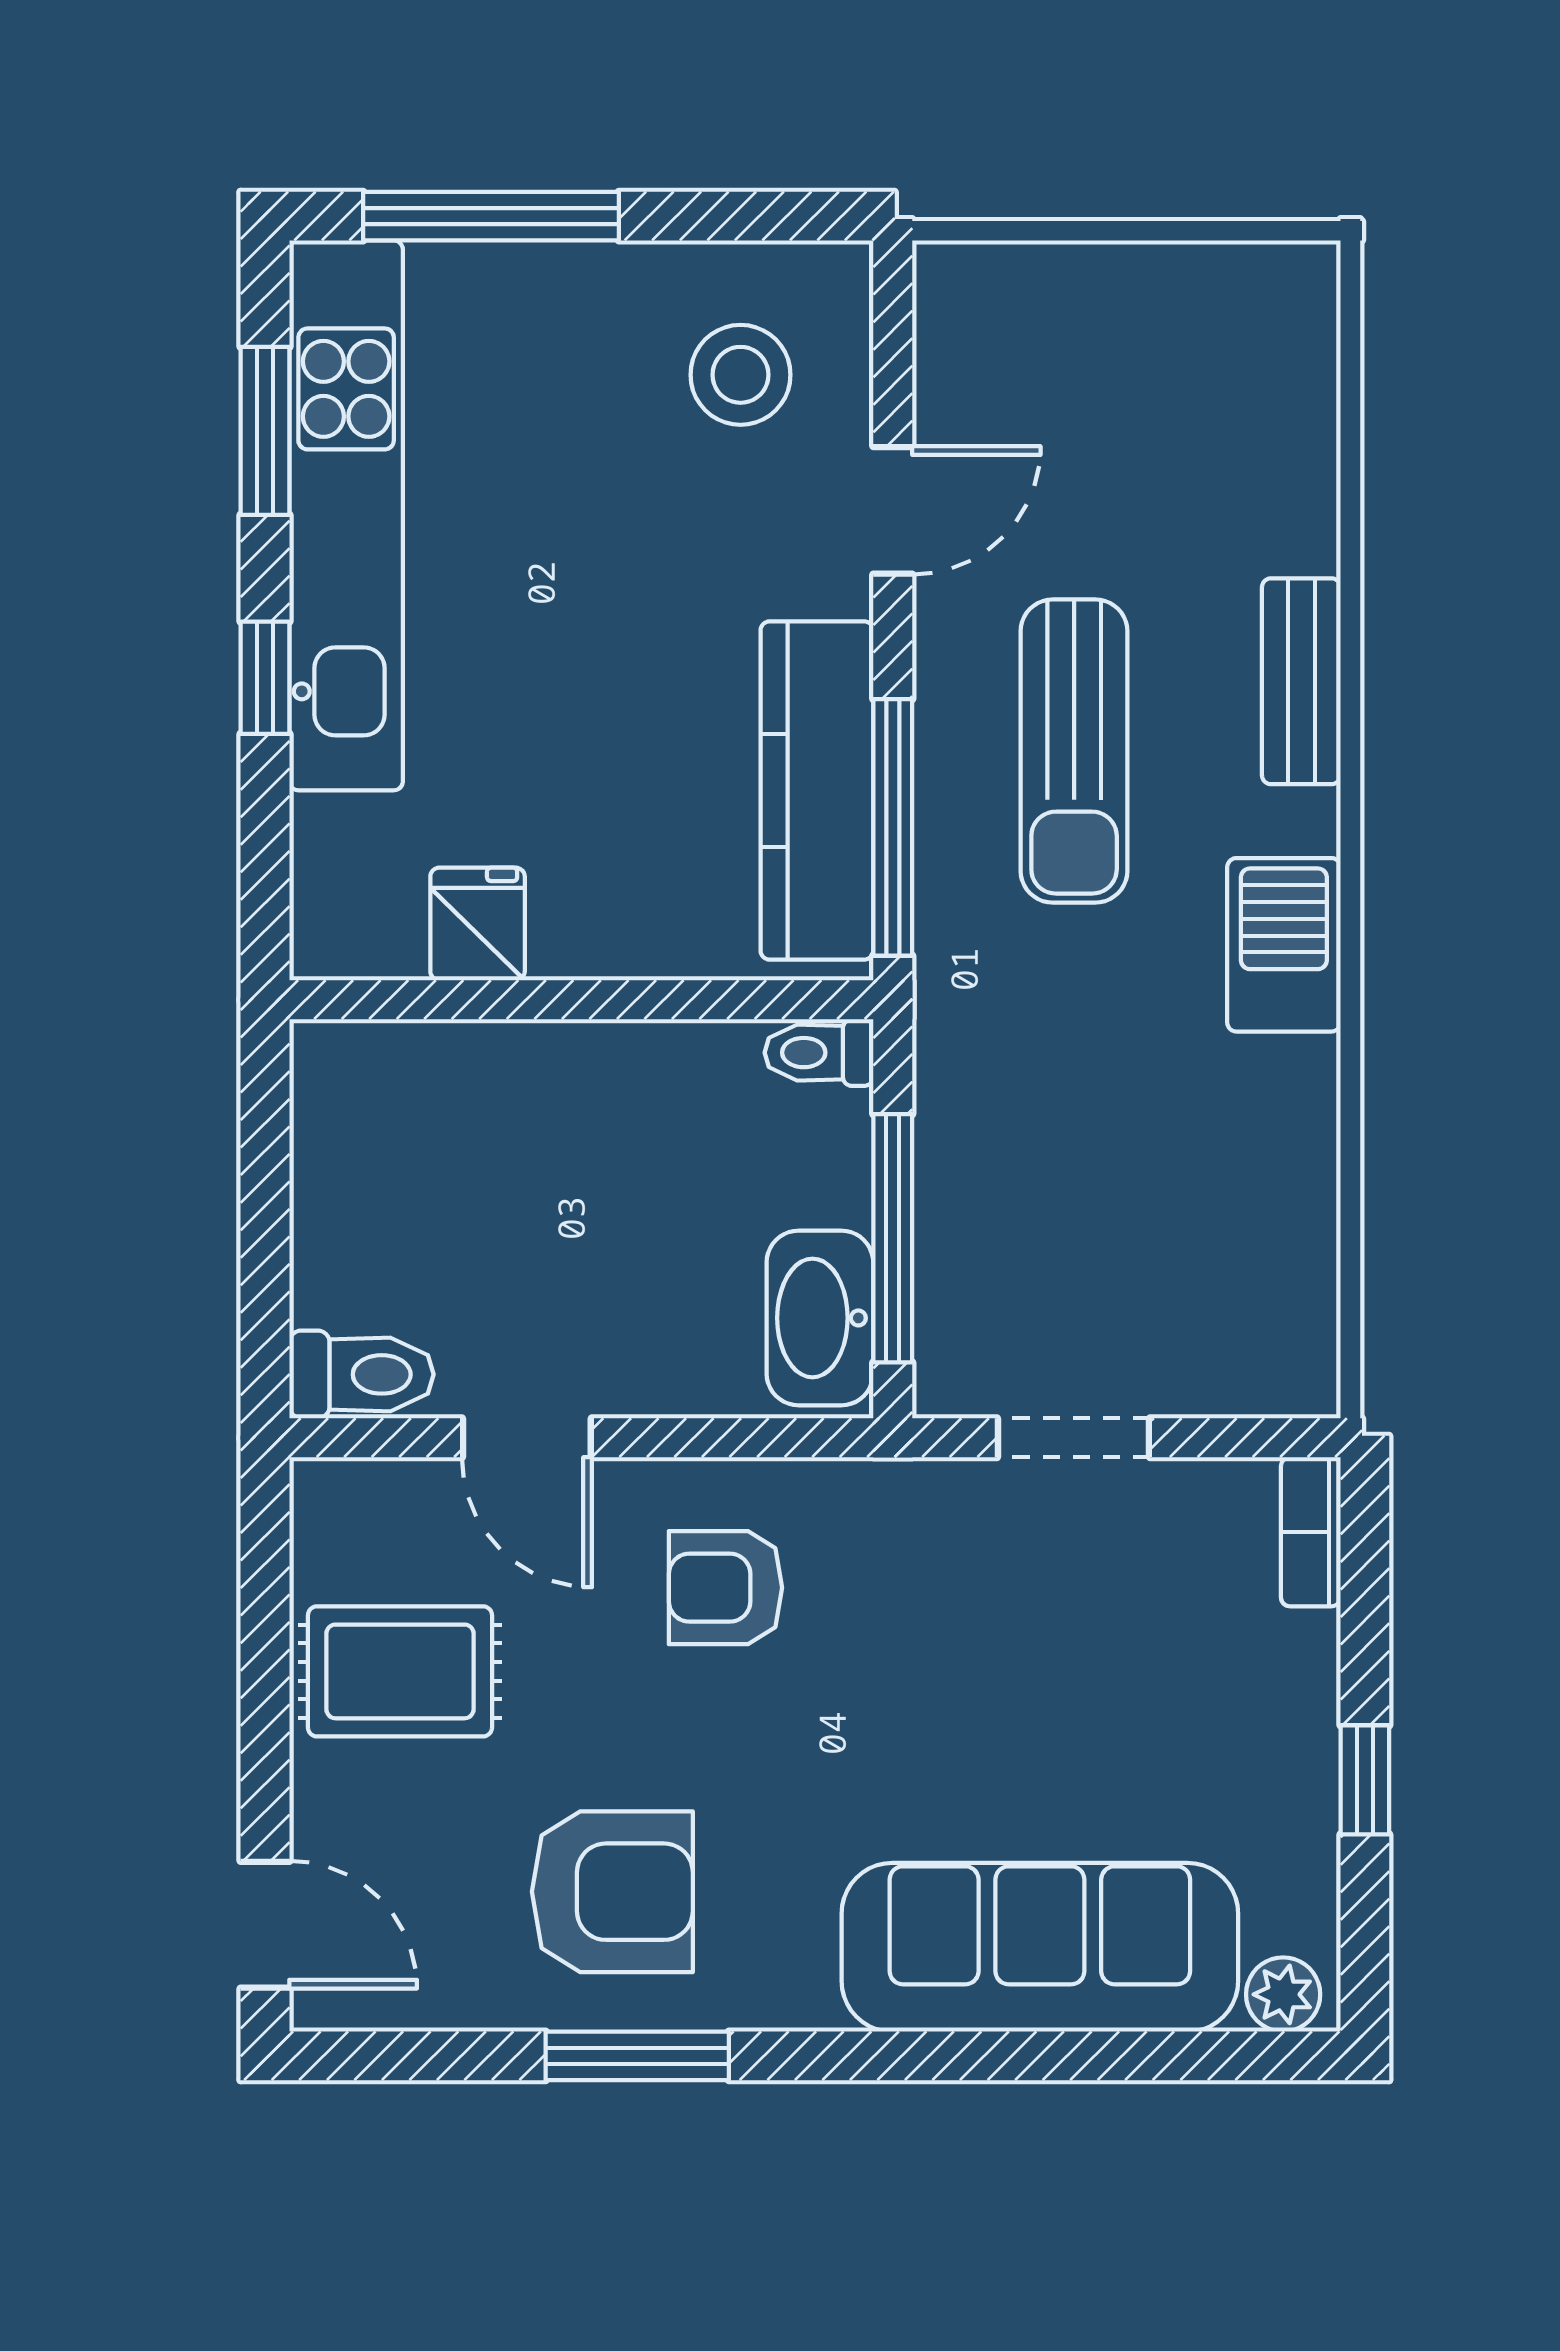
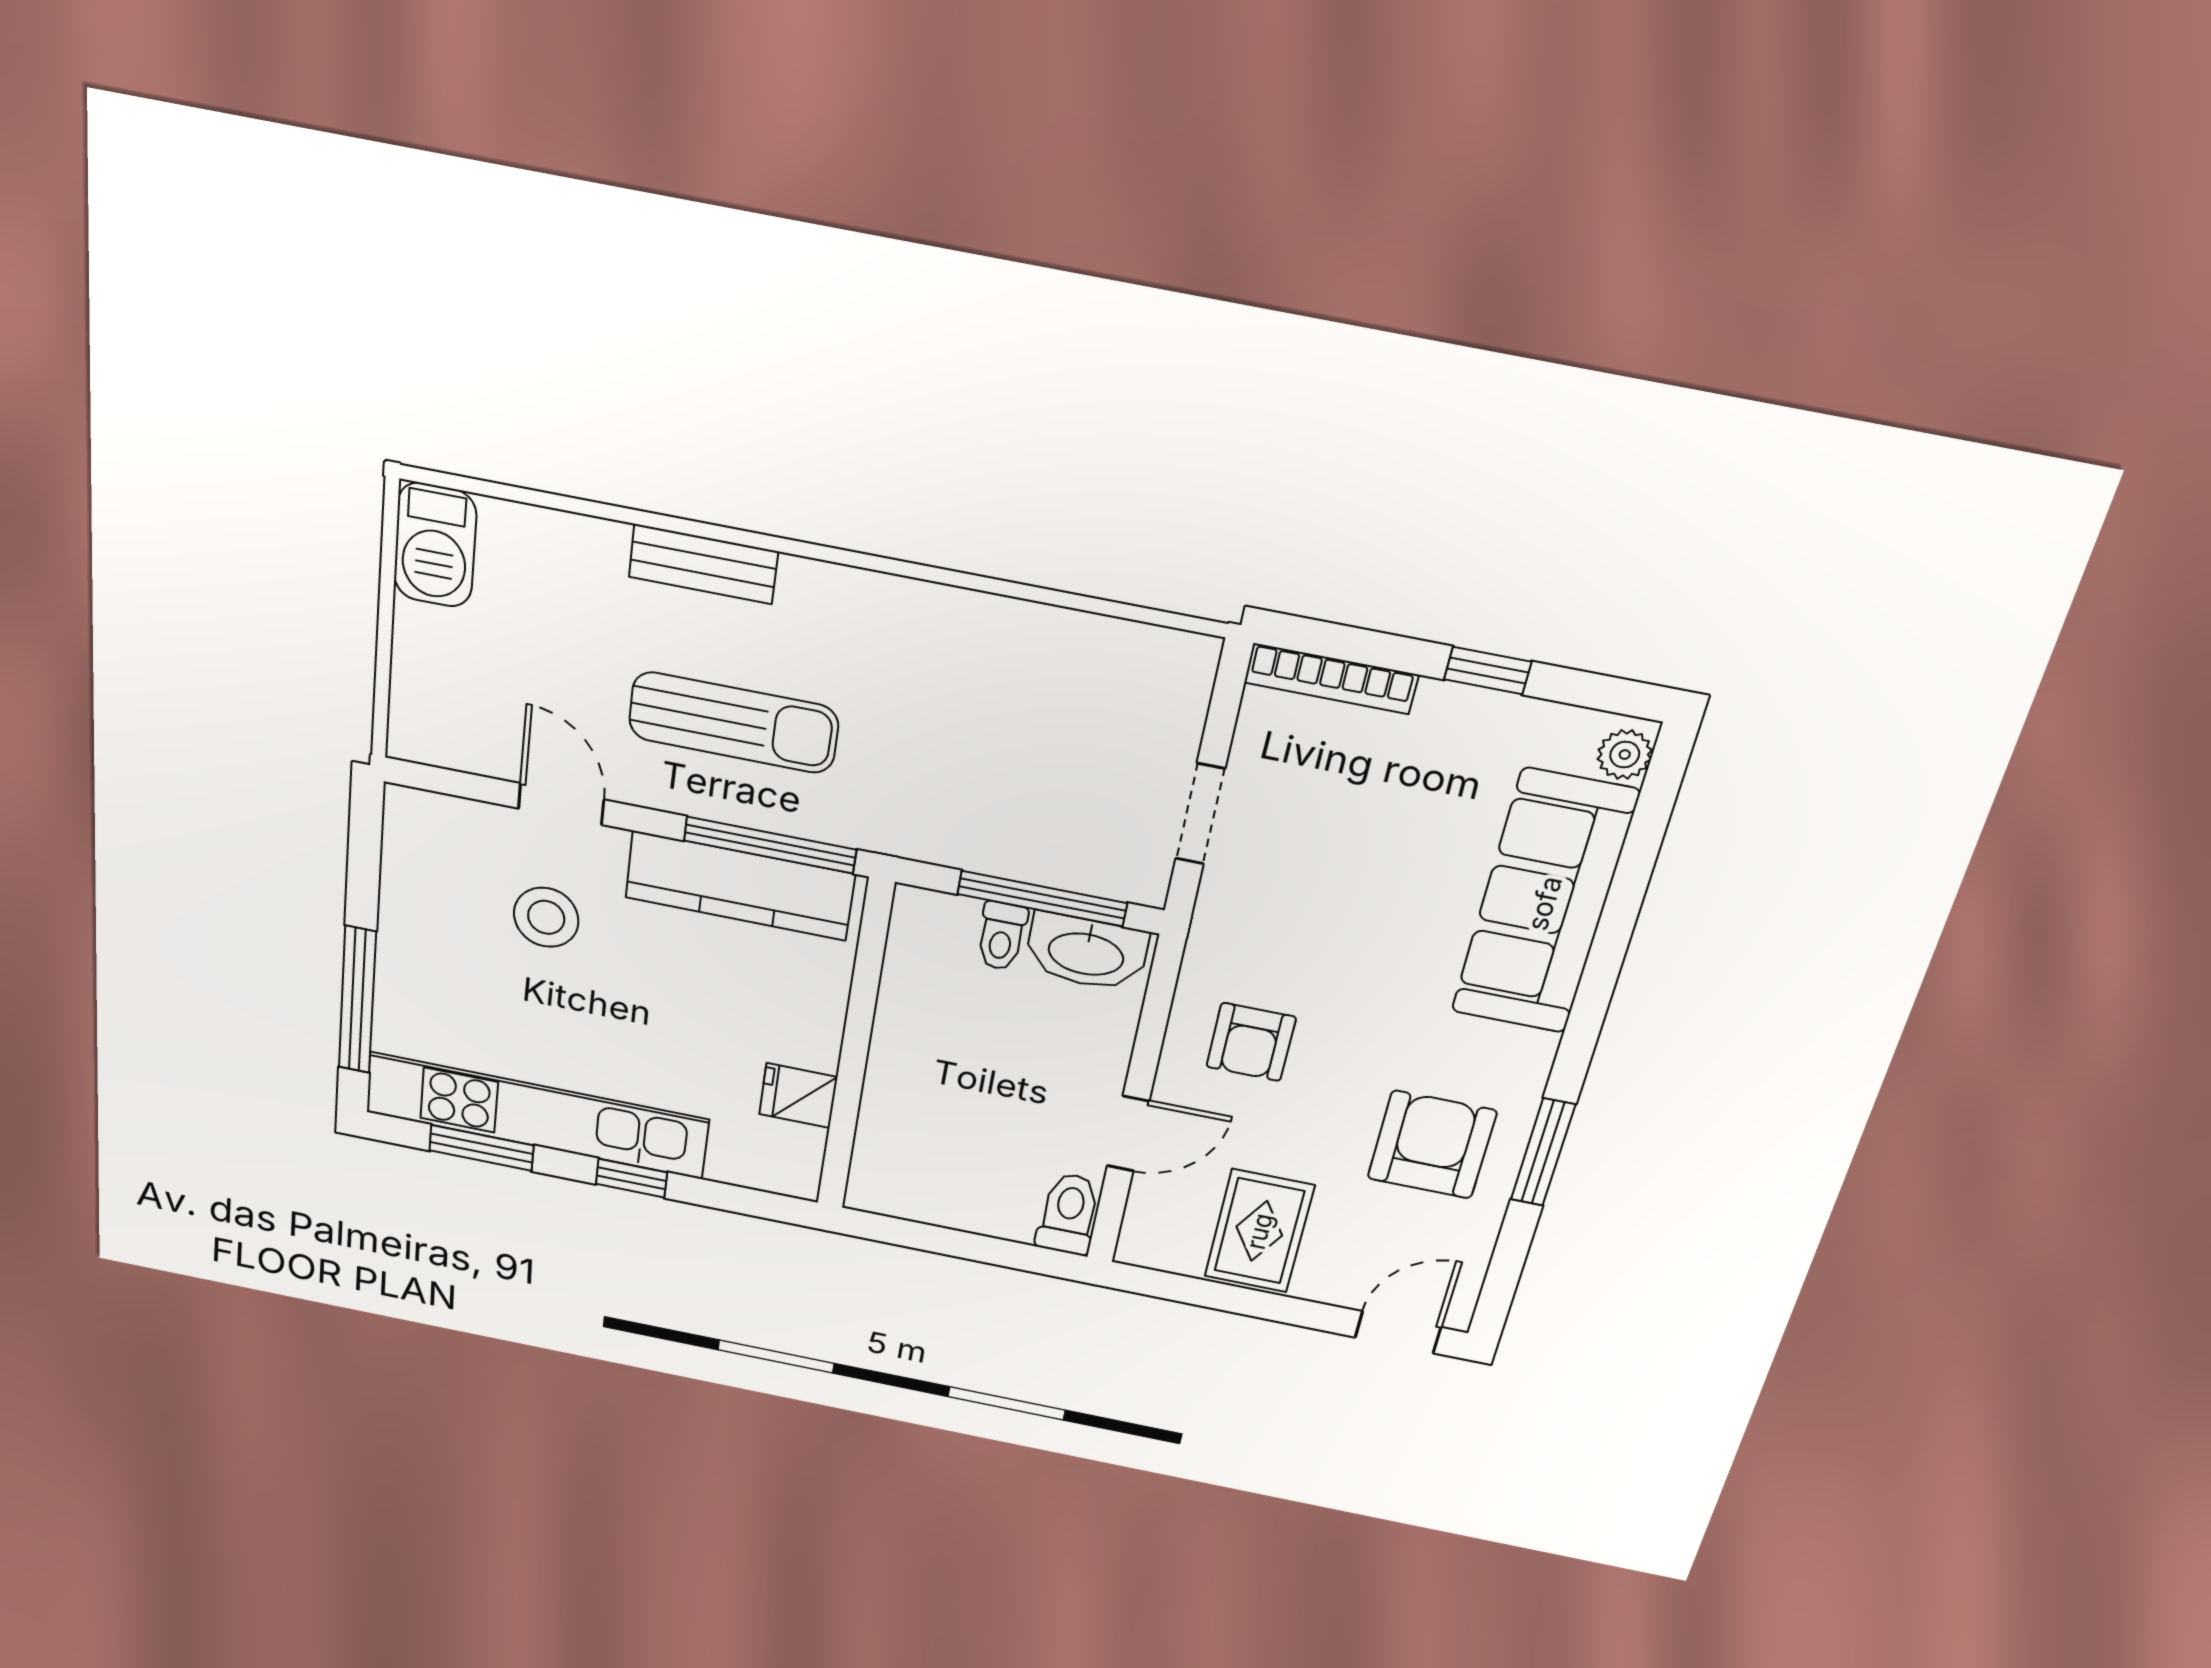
stool: (741, 375) -> (546, 917), moved
barbecue: (1284, 945) -> (435, 545), moved, turned -90
toilet: (819, 1053) -> (1002, 936), moved
bookcase: (1311, 1532) -> (1331, 679), width x1.56

